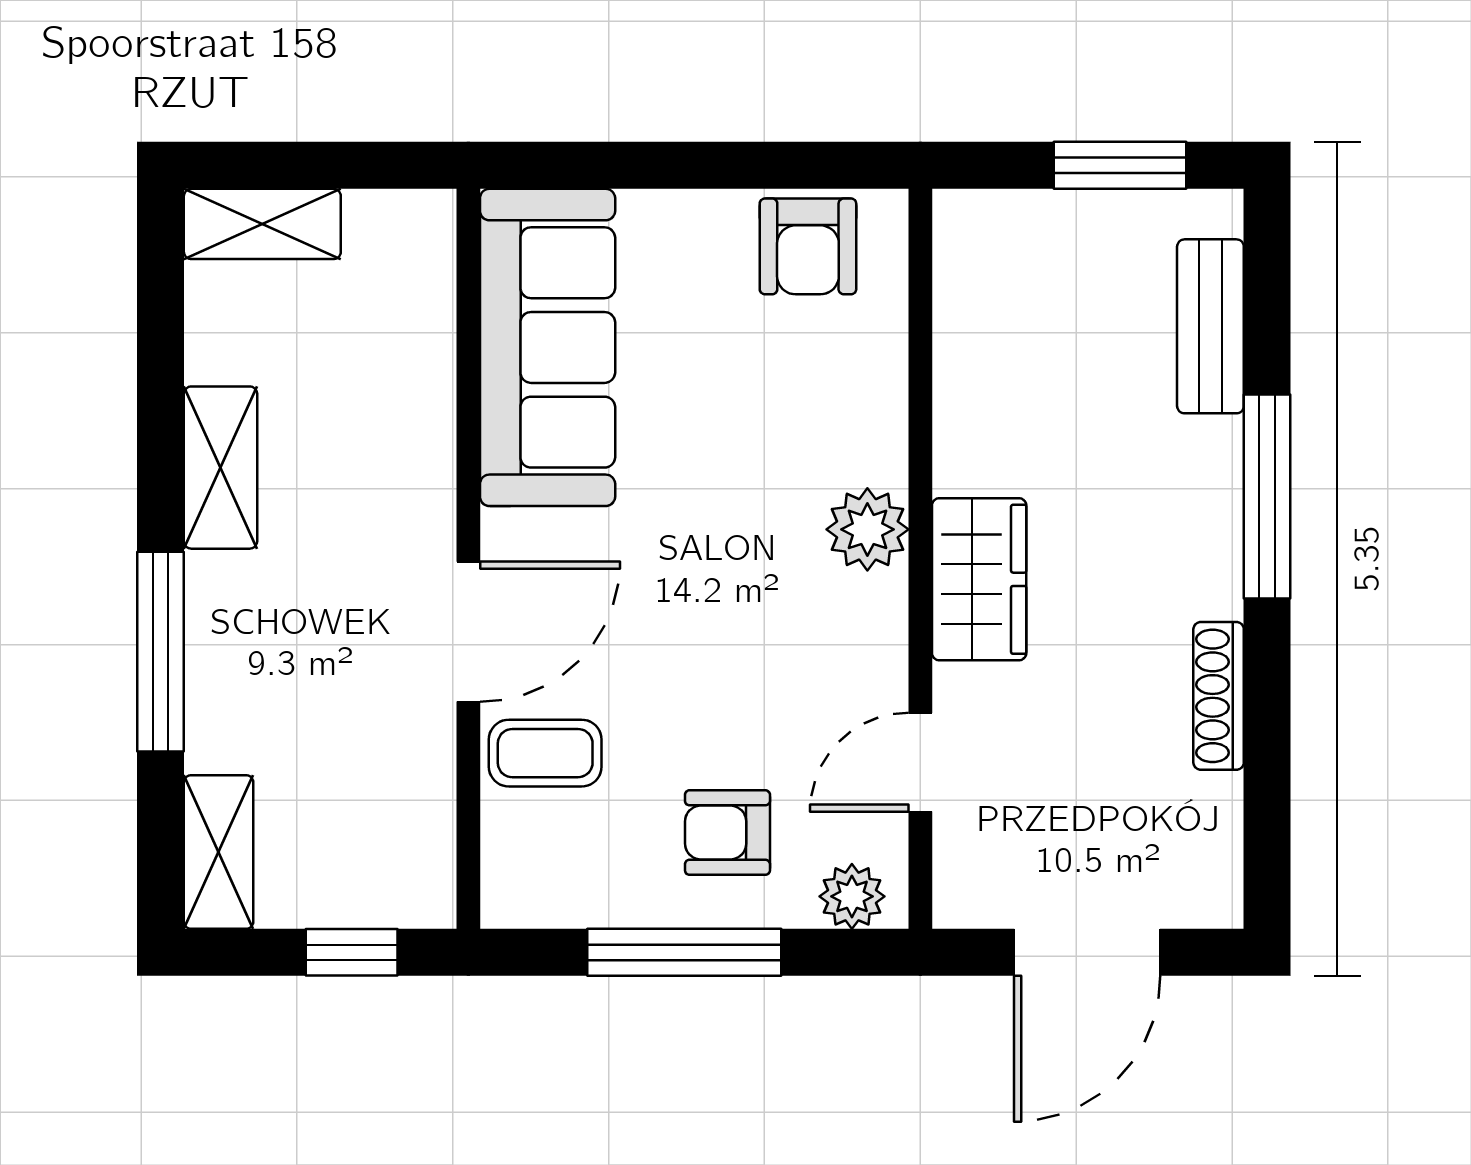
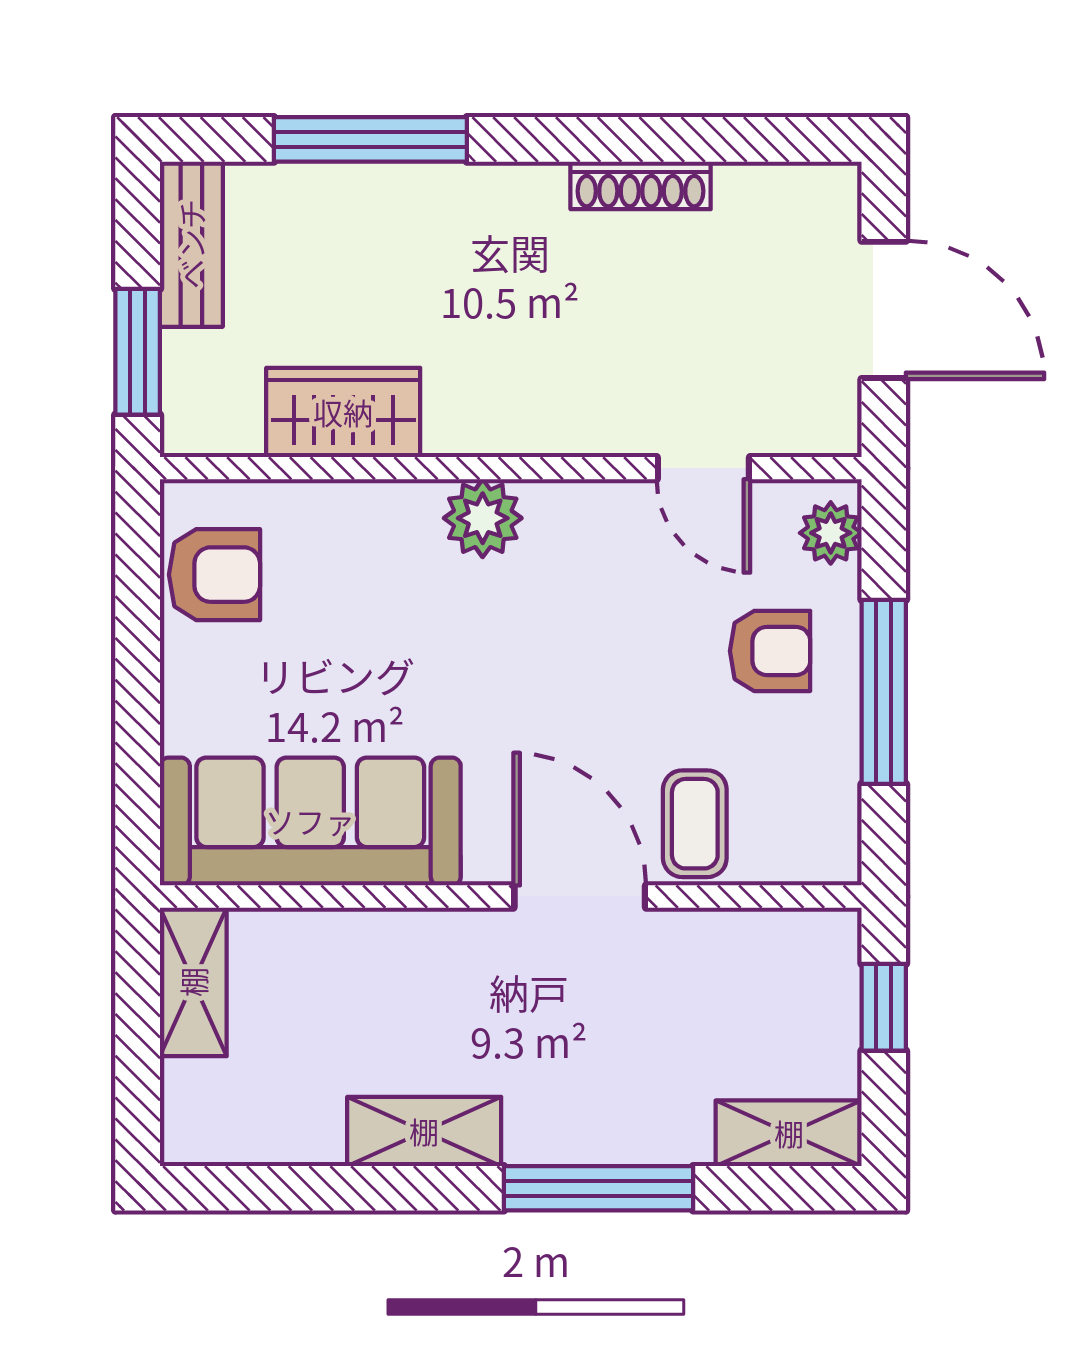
window: (1120, 165) -> (138, 352), moved
shelving: (262, 224) -> (193, 982), moved
bench: (1210, 326) -> (191, 244), moved, turned 90
window: (1267, 496) -> (370, 139), moved
wardrobe: (979, 579) -> (343, 412), moved
armchair: (727, 833) -> (770, 651), turned -90

